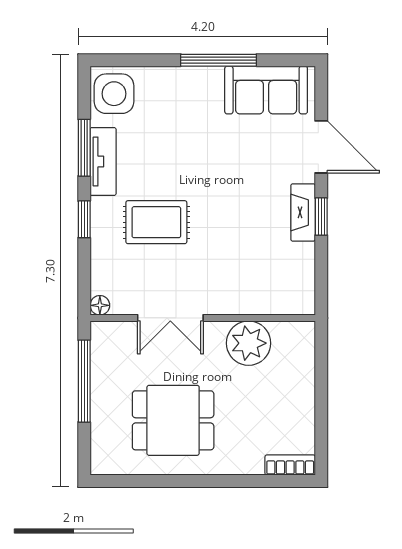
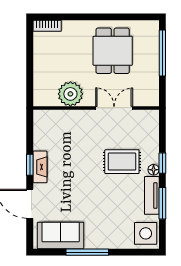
floor lamp: (100, 305) -> (154, 170), moved
window: (84, 381) -> (162, 53), moved
dining table: (173, 420) -> (113, 51), turned 90

